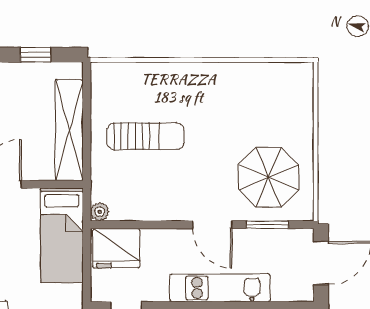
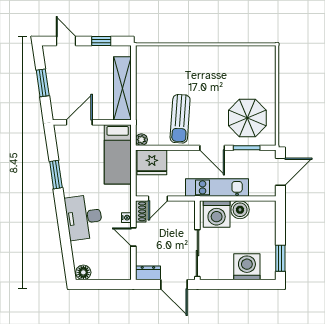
sun lounger: (145, 136) -> (180, 119), moved, turned 94

